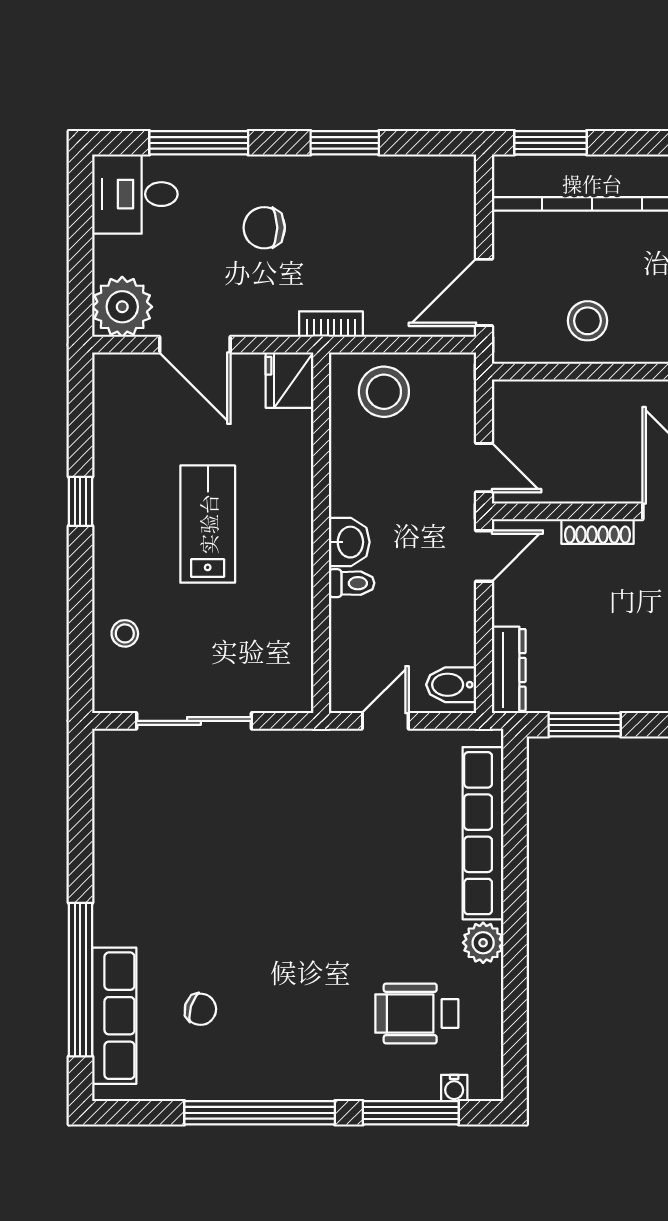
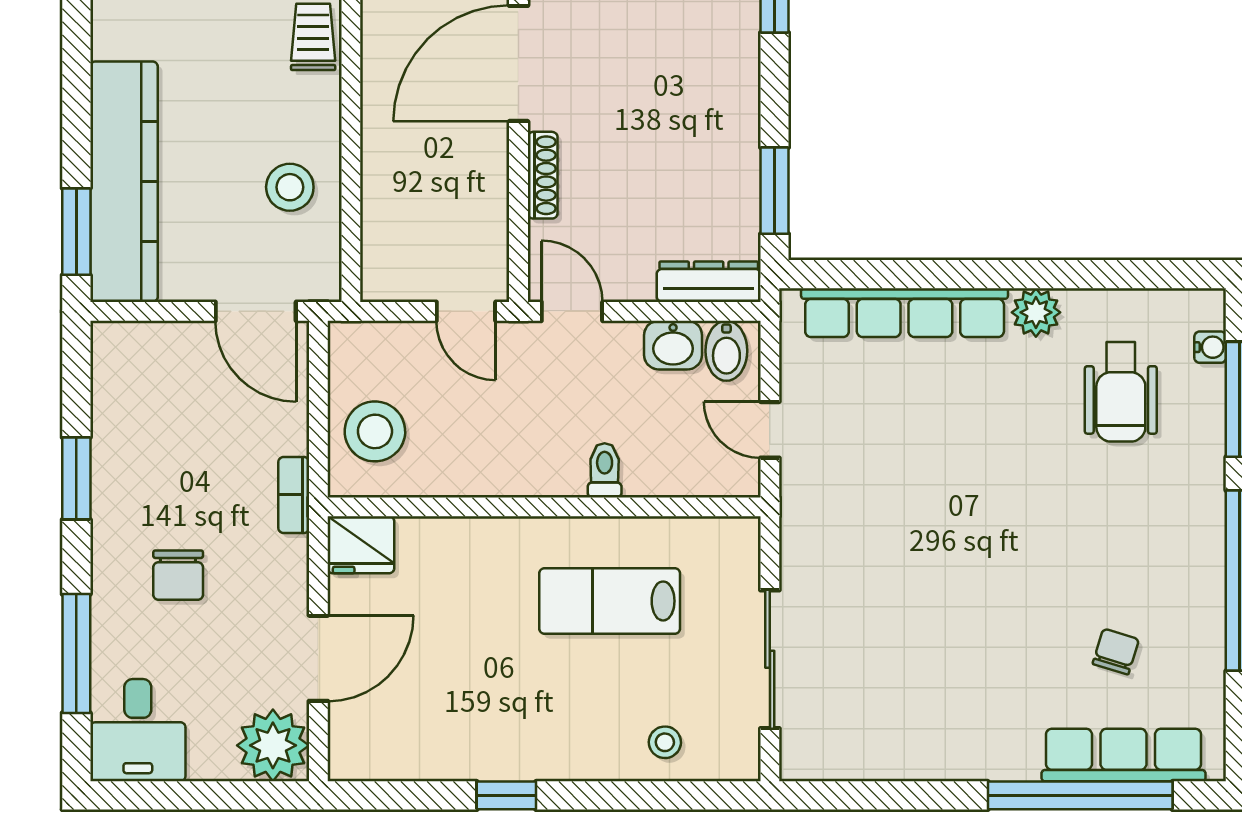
door: (484, 468) -> (466, 311), swing flipped
lab bench: (208, 524) -> (610, 601), moved
washbasin: (349, 542) -> (673, 345), moved, turned 180

